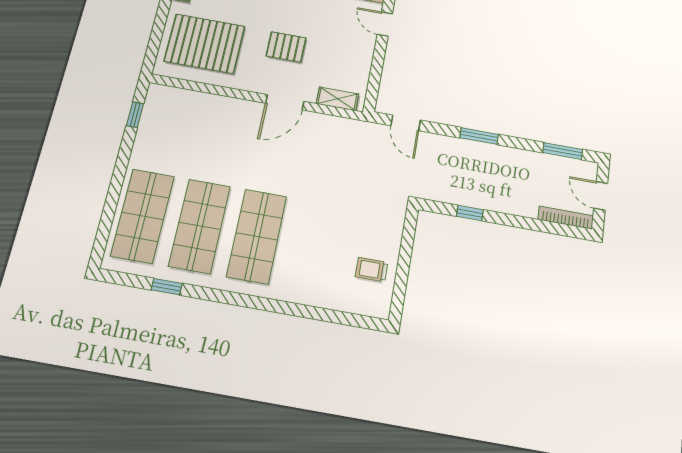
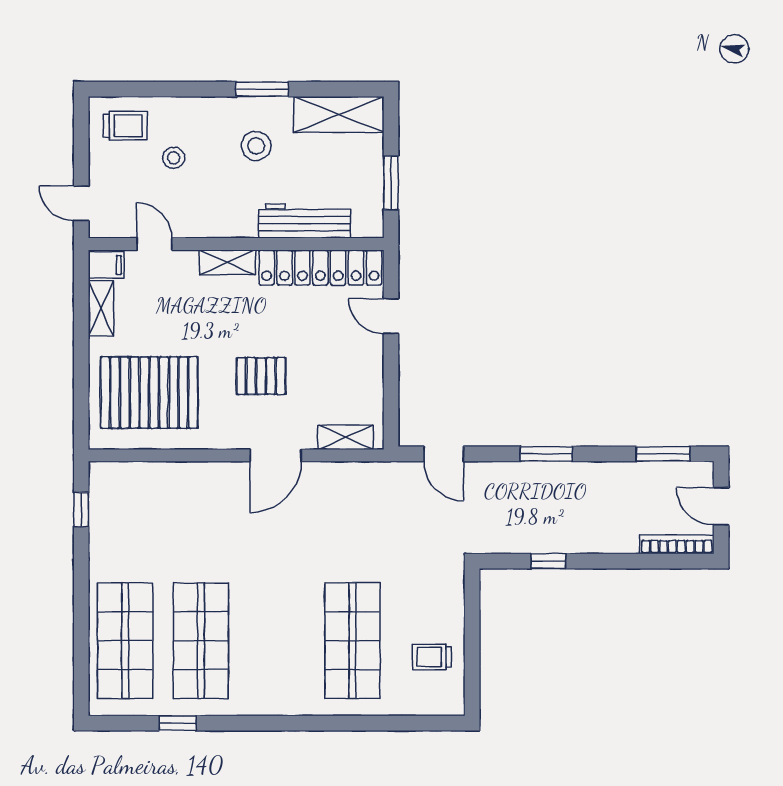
shop shelf: (257, 236) -> (352, 641), moved

